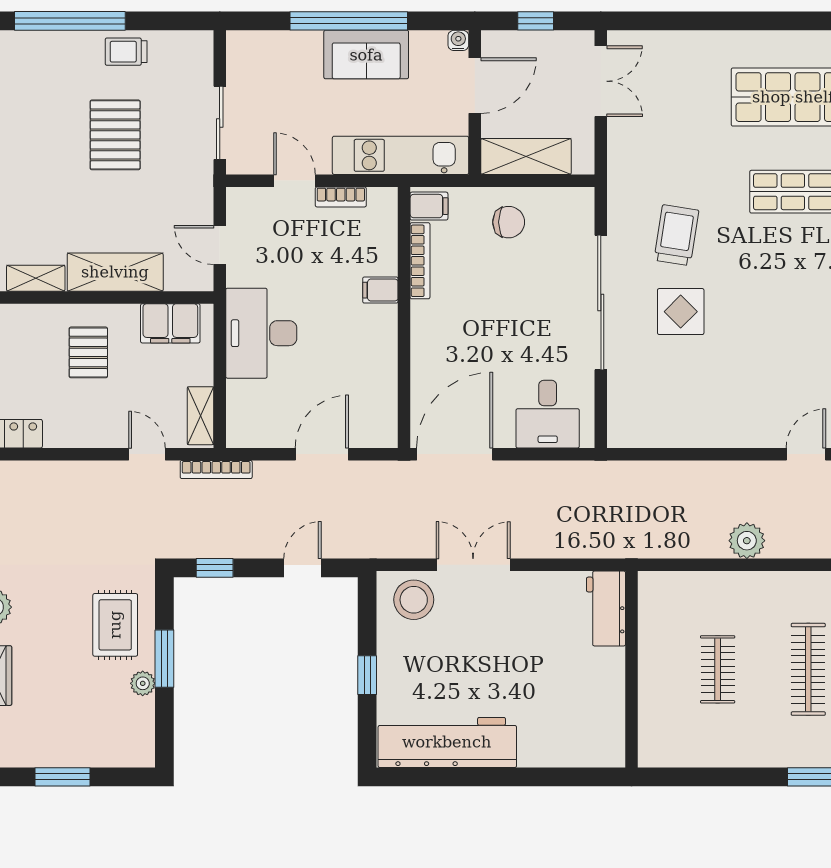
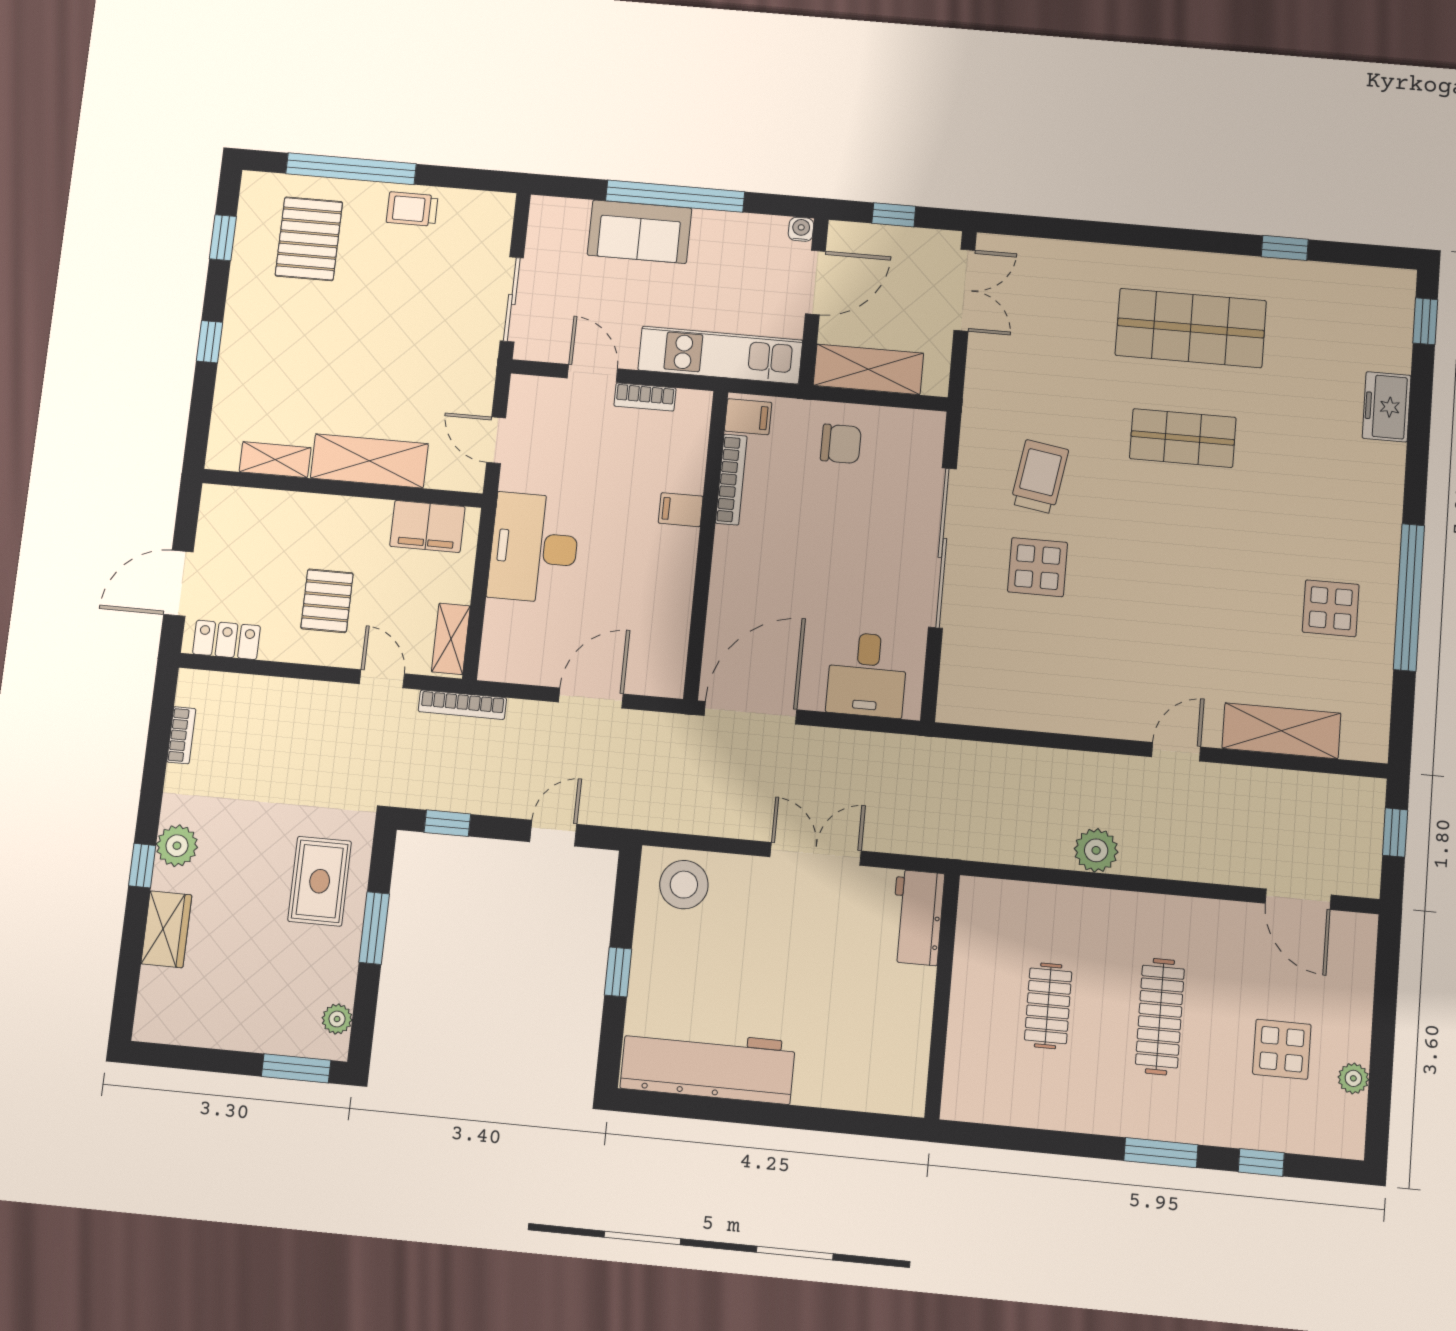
sofa: (366, 55) -> (640, 232), moved
pallet: (115, 135) -> (309, 239), moved
pallet: (88, 352) -> (327, 601), moved
double door: (473, 565) -> (816, 854), moved
plant: (143, 683) -> (337, 1019), moved
window: (63, 777) -> (296, 1068), moved

